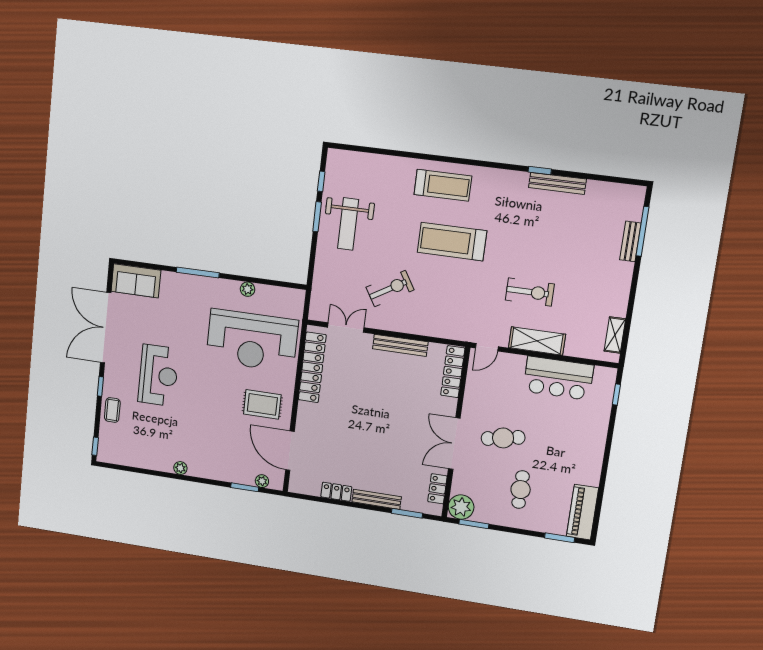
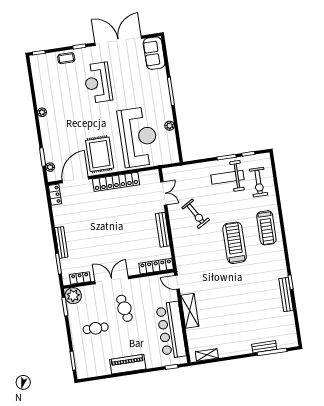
exercise bike: (530, 292) -> (259, 182), moved
reception desk: (252, 341) -> (138, 137), turned 180
locker: (312, 367) -> (116, 182), moved
reception desk: (158, 375) -> (98, 83), turned 90
bar counter: (558, 378) -> (171, 330), width x1.36
rug: (262, 404) -> (100, 154), width x1.36, depth x1.43
locker: (336, 492) -> (55, 195), moved
piano: (582, 512) -> (128, 364), moved

